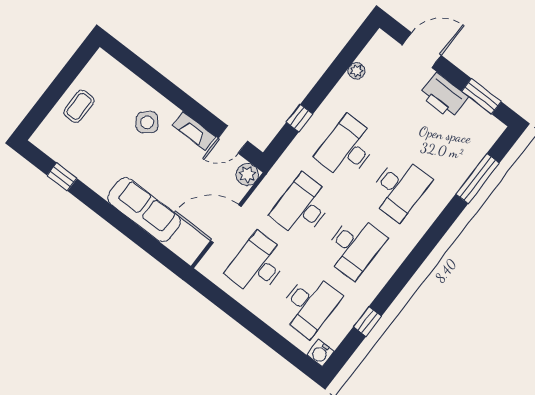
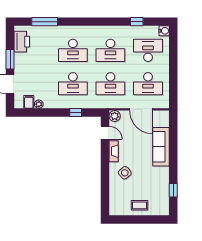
filing cabinet: (372, 58) -> (29, 102), added
printer: (444, 96) -> (22, 42), moved
window: (482, 96) -> (10, 59), moved
desk: (399, 188) -> (73, 50), turned 180
desk: (354, 246) -> (110, 50), turned 180

